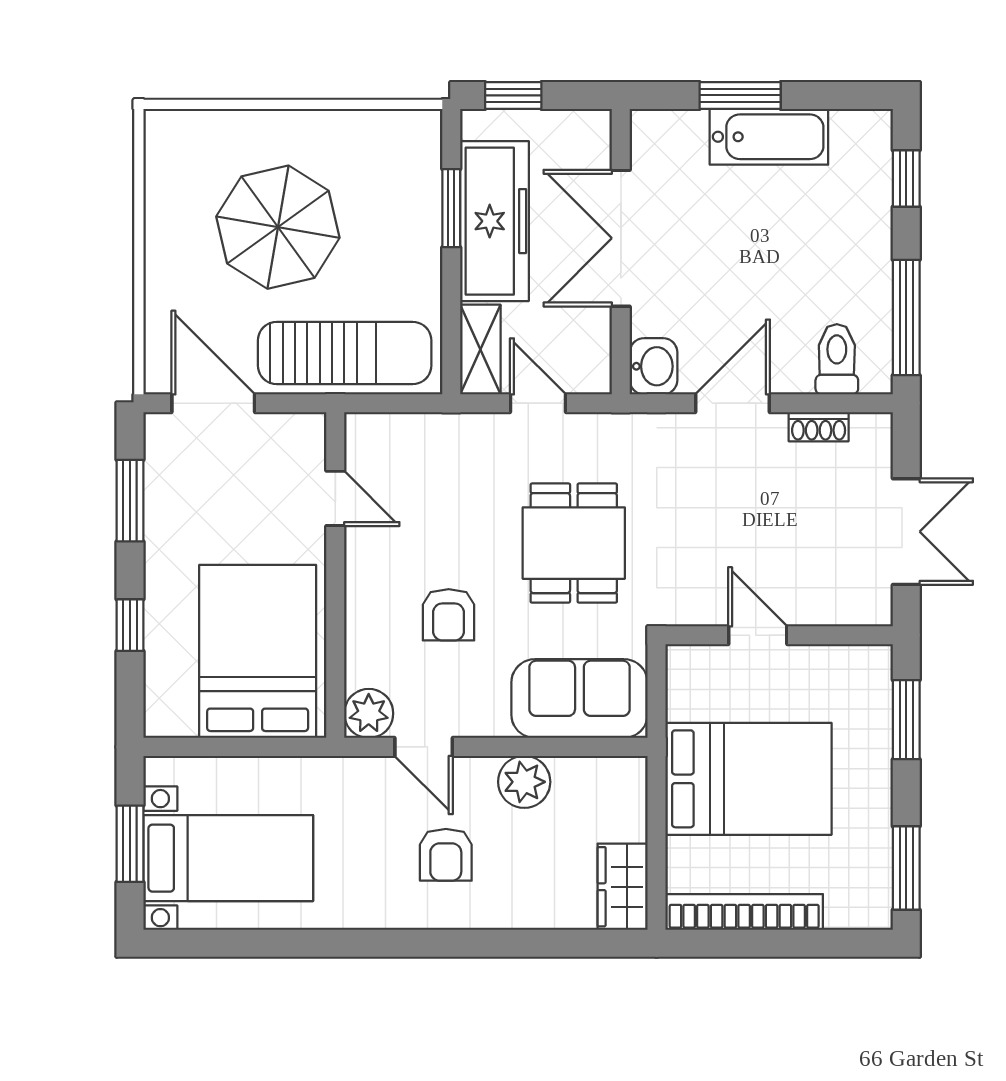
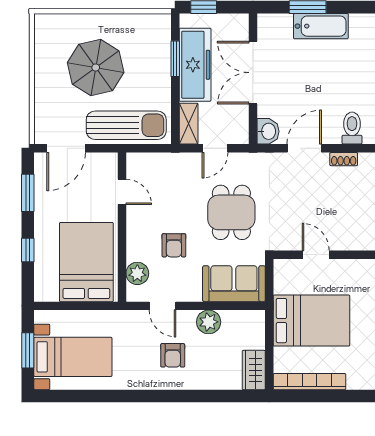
door: (213, 403) -> (66, 148), swing flipped
door: (538, 403) -> (215, 148), swing flipped
plant: (369, 713) -> (137, 273), moved

